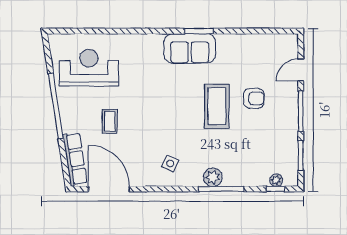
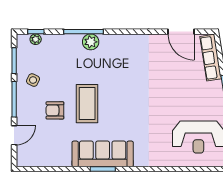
sofa: (190, 48) -> (103, 154), width x1.36
coffee table: (110, 121) -> (180, 90), removed
side table: (170, 163) -> (33, 80), moved
door: (109, 189) -> (181, 32), width x0.73

